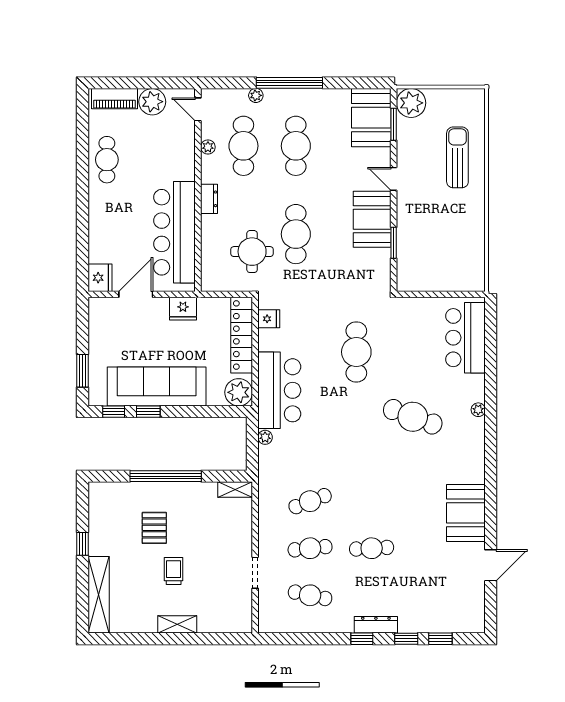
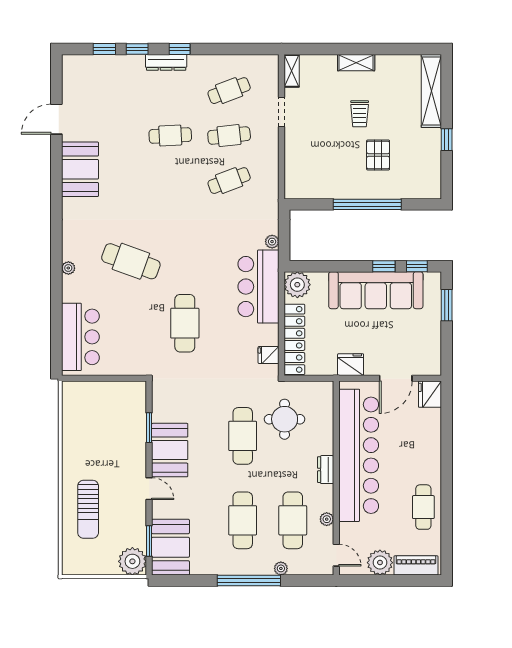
bar counter: (174, 232) -> (359, 455), width x1.36
shelving: (235, 490) -> (292, 71), moved, turned 90
cafe table: (310, 595) -> (229, 91), turned -33

